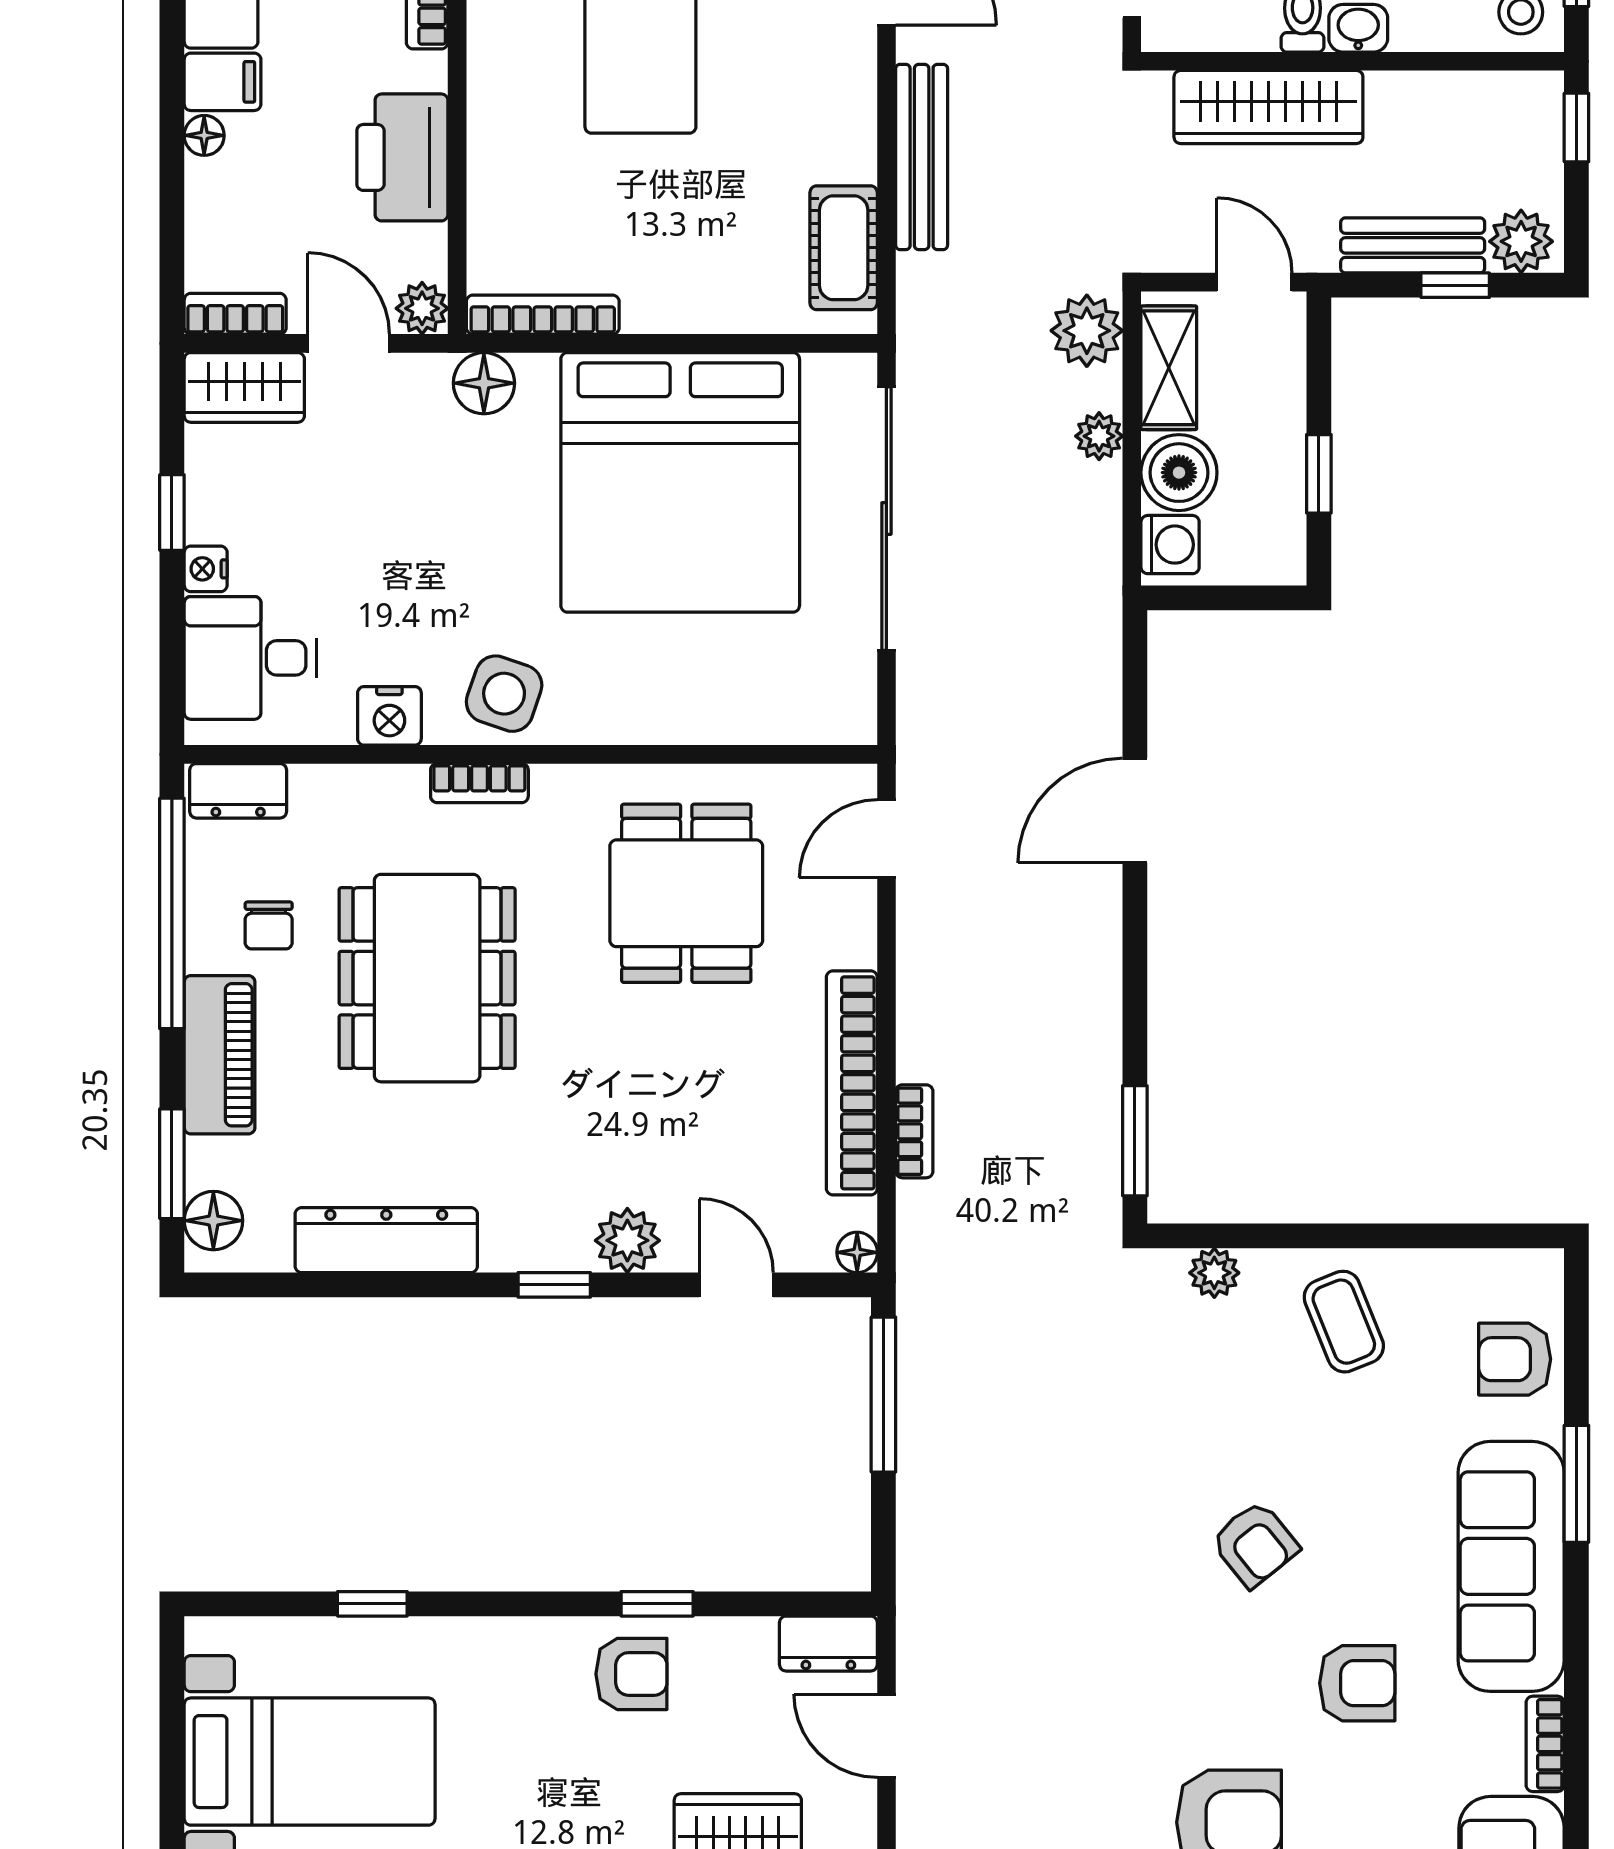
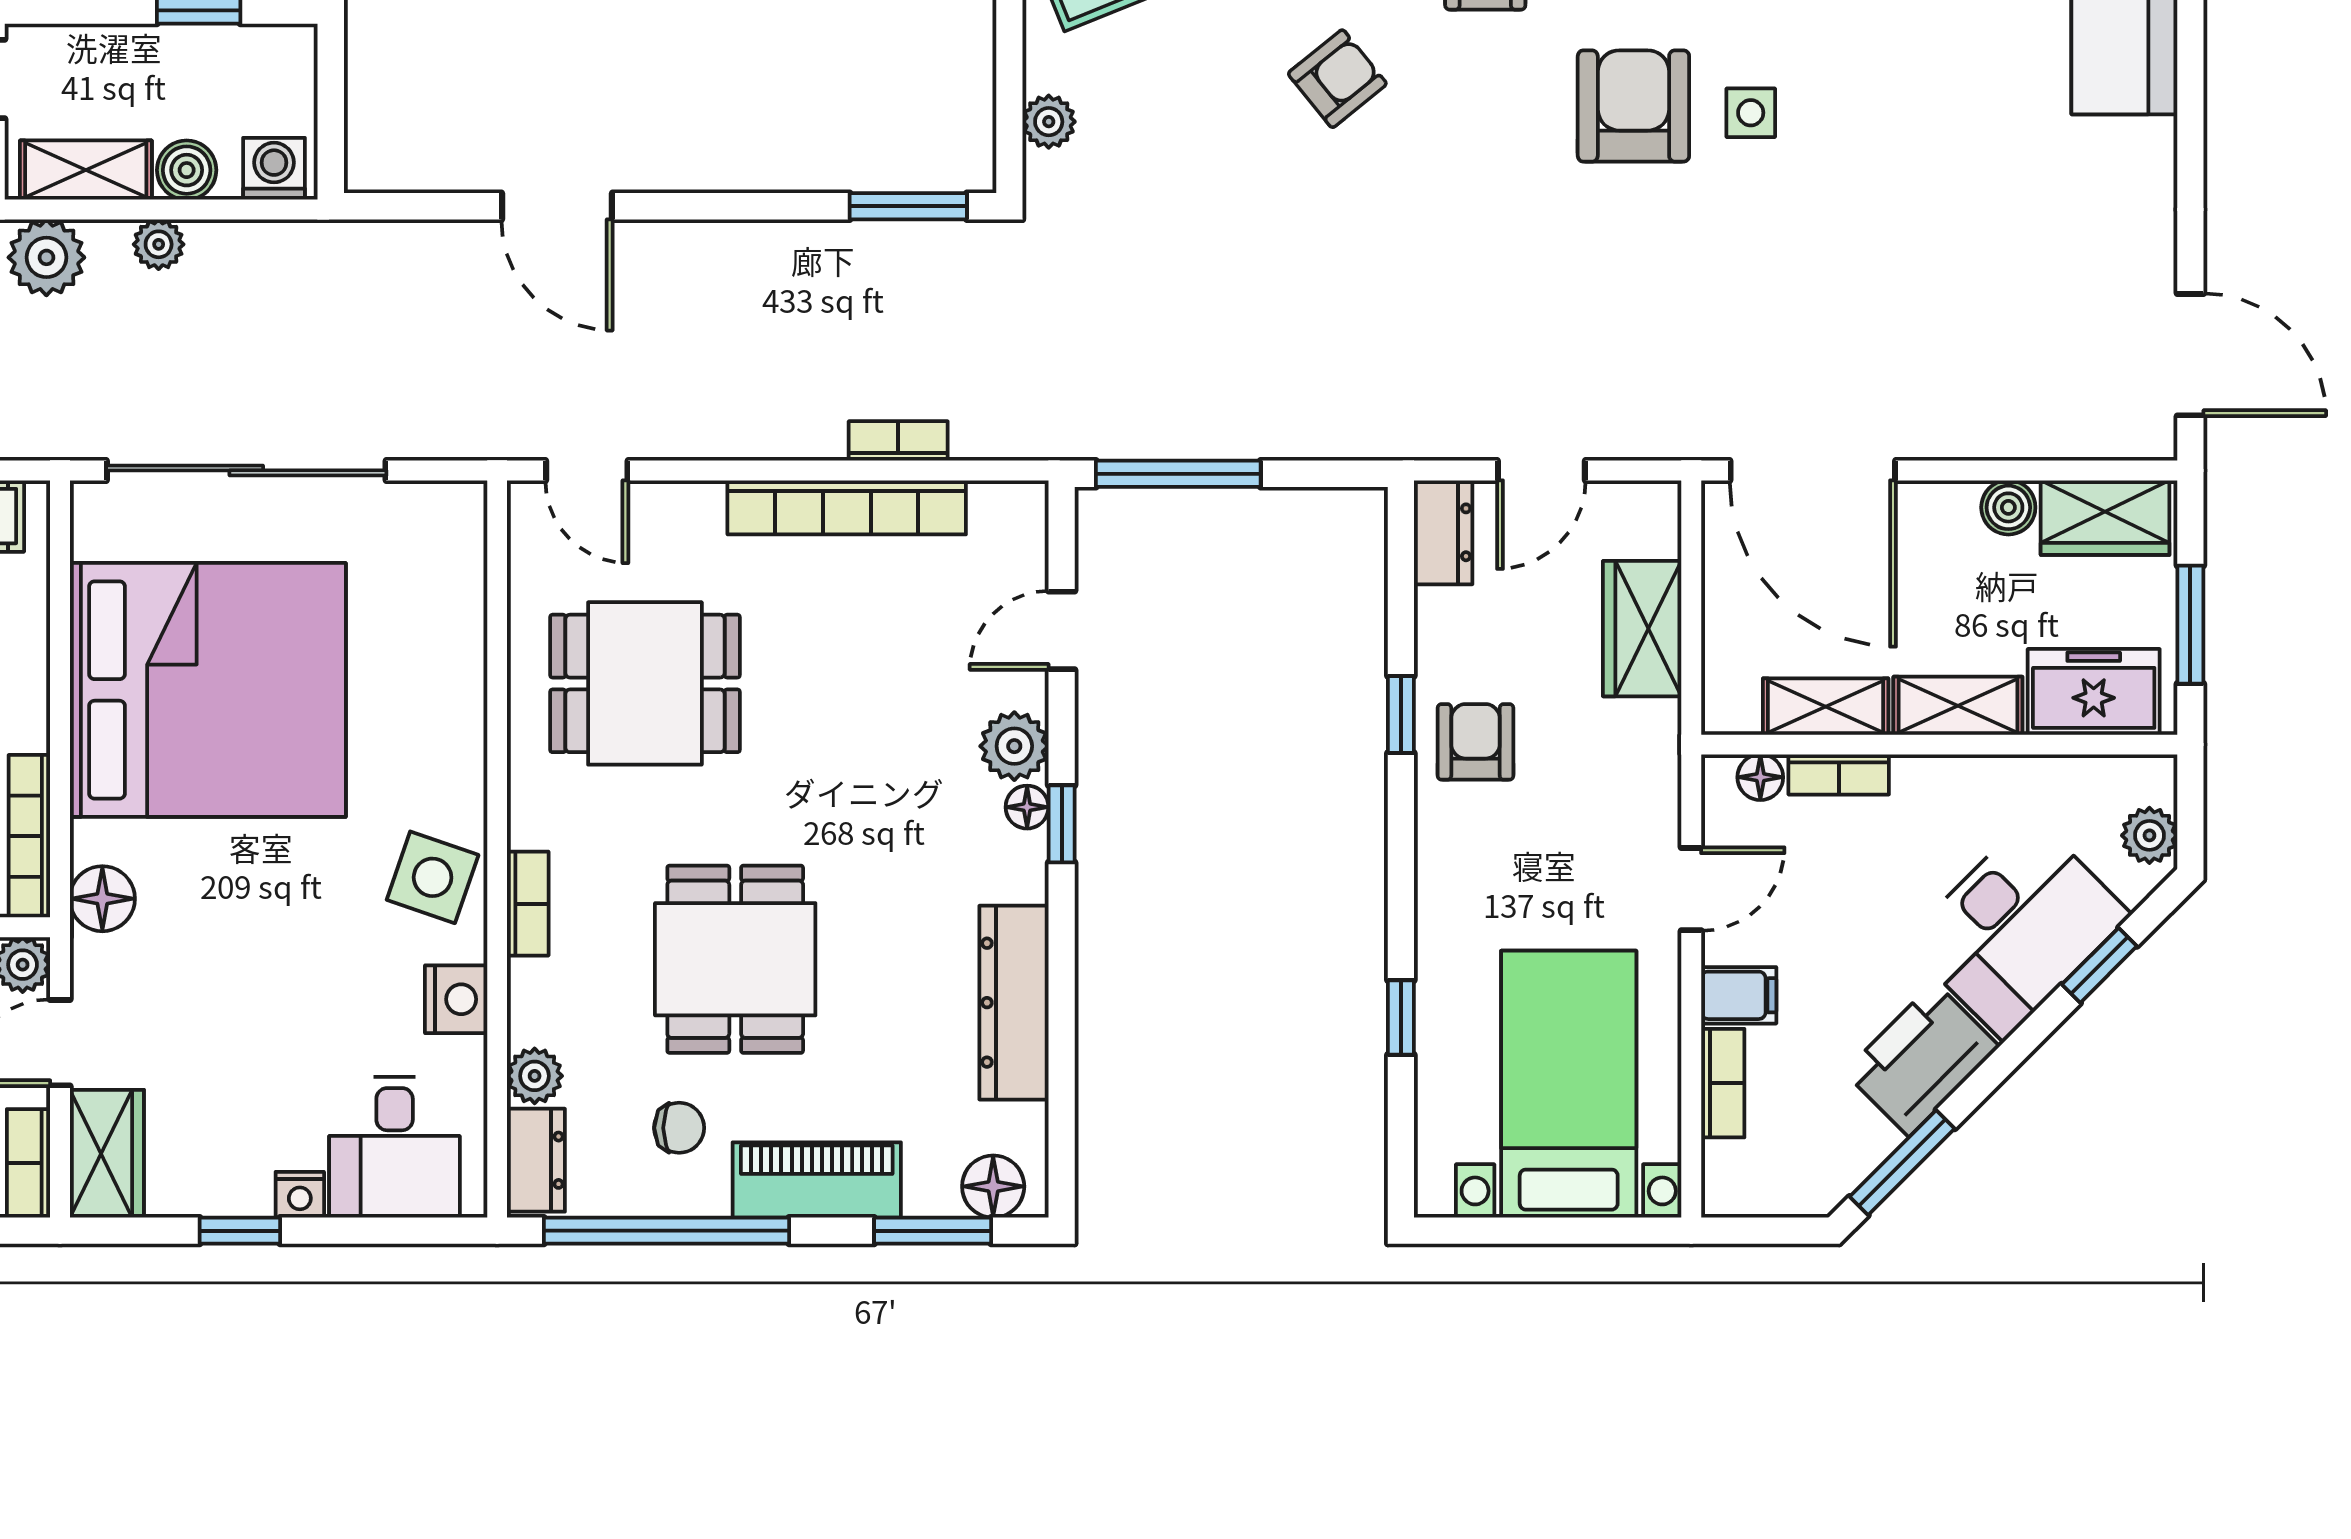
boiler: (1179, 473) -> (187, 170), width x0.73, depth x0.73
plant: (317, 789) -> (535, 1076), added
dining table: (427, 978) -> (735, 959), width x0.73
floor lamp: (857, 1252) -> (1027, 807), moved

